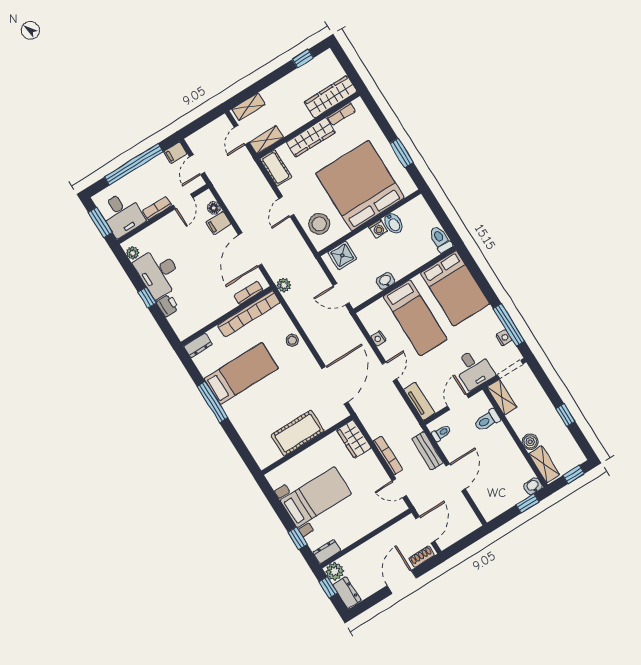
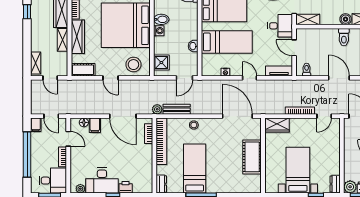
shelving: (266, 140) -> (63, 40), moved
toilet: (487, 420) -> (344, 37), moved
bench: (428, 451) -> (177, 109), moved

